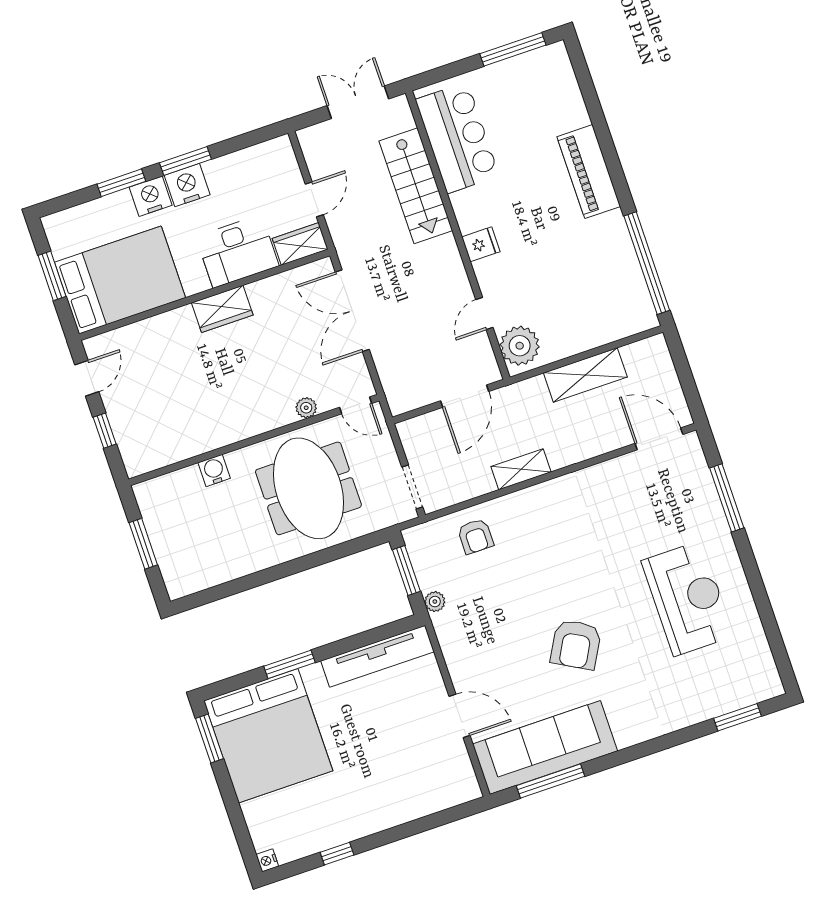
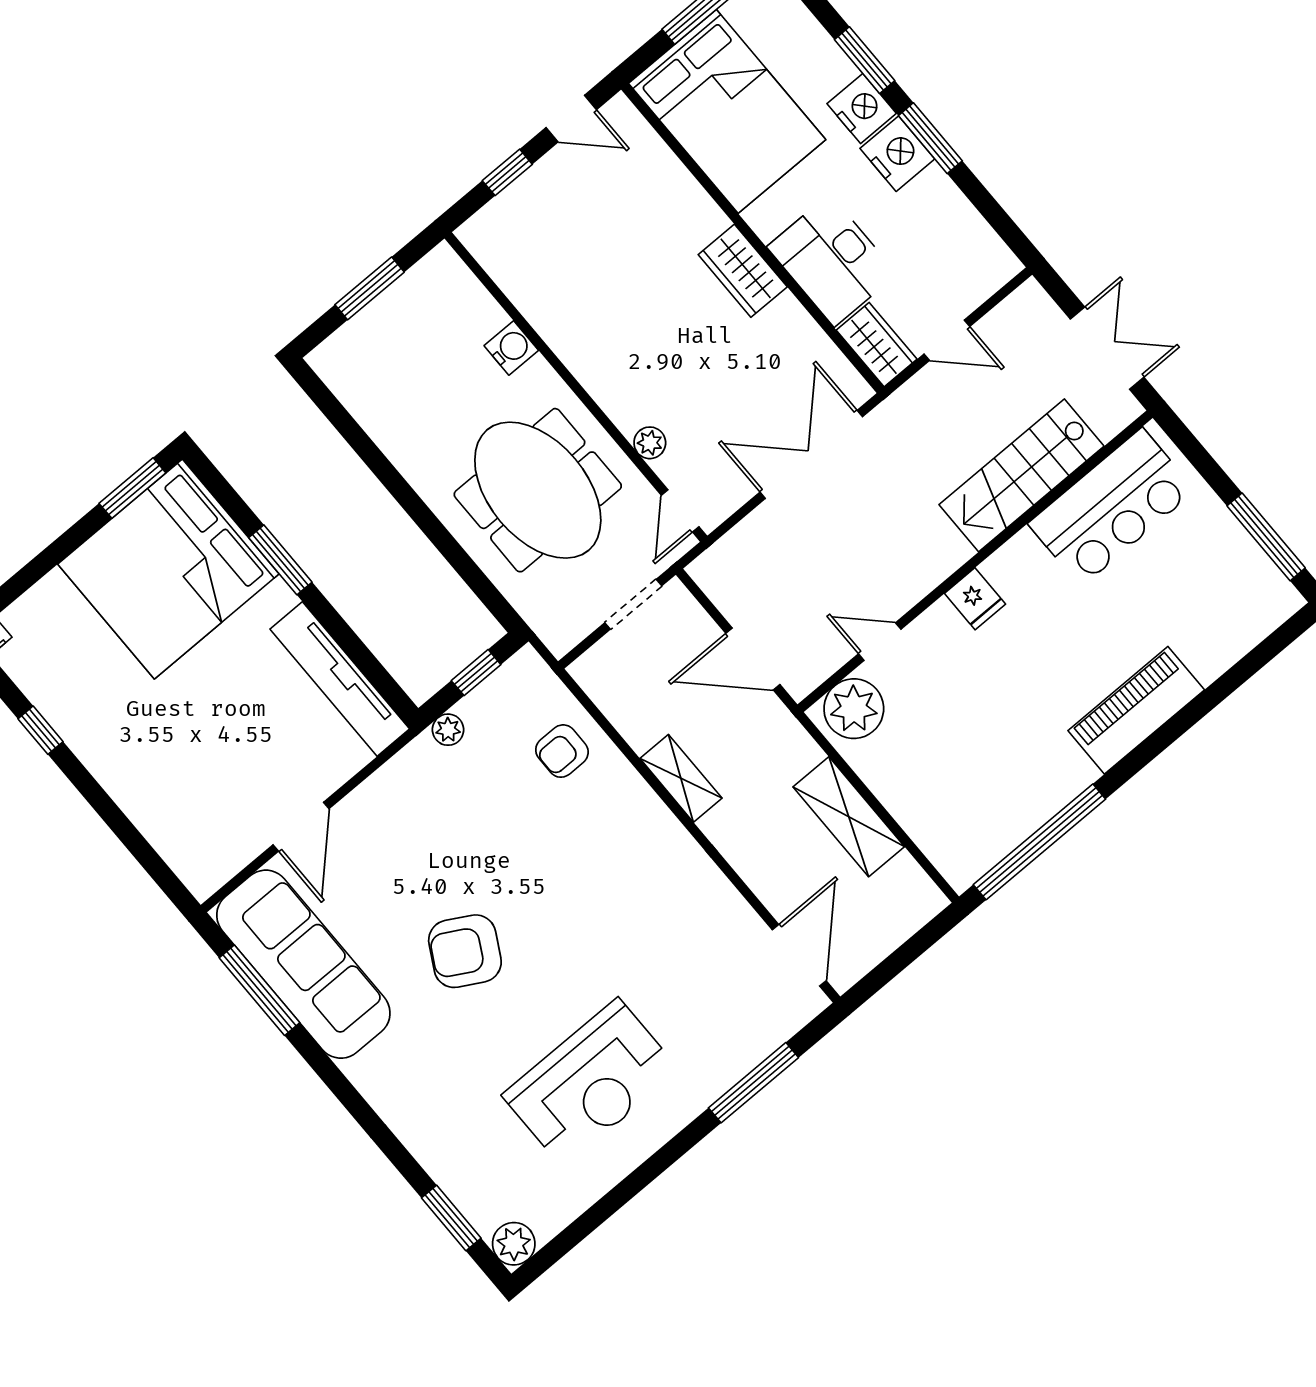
doorway: (412, 487) -> (633, 604), moved
meeting table: (308, 488) -> (538, 490), turned 90
window: (406, 570) -> (476, 673), width x0.67
plant: (768, 685) -> (514, 1244), added

